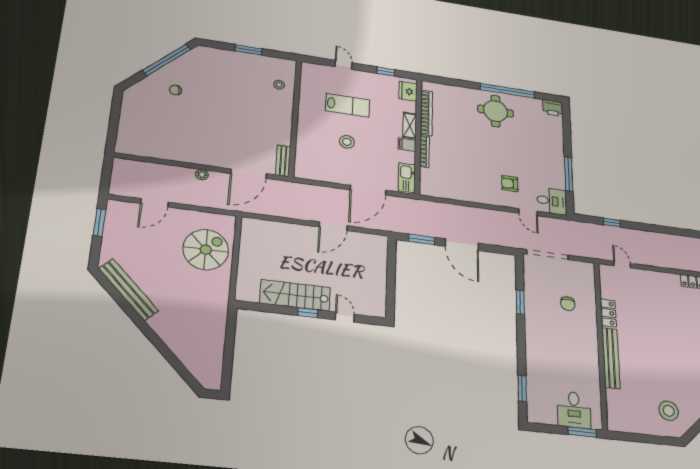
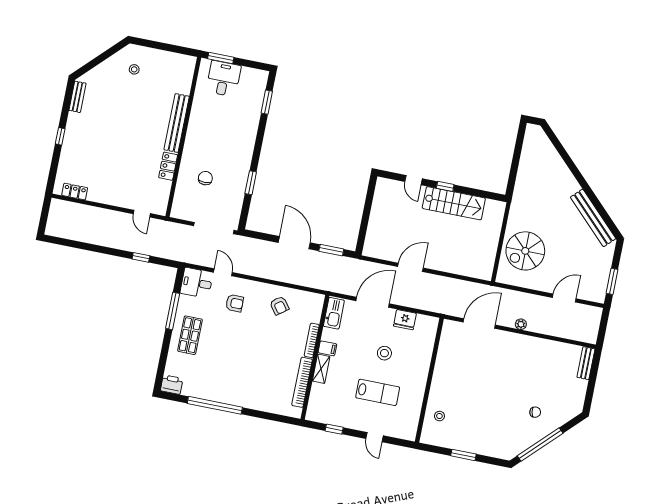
fridge: (408, 91) -> (405, 320), moved, turned 90
lab bench: (348, 105) -> (378, 392), turned 180
round table: (496, 111) -> (232, 382), removed
shop shelf: (546, 152) -> (190, 335), added
bench: (283, 161) -> (586, 363), moved
armchair: (464, 183) -> (279, 306), added
stool: (669, 411) -> (134, 69), width x0.53, depth x0.53

